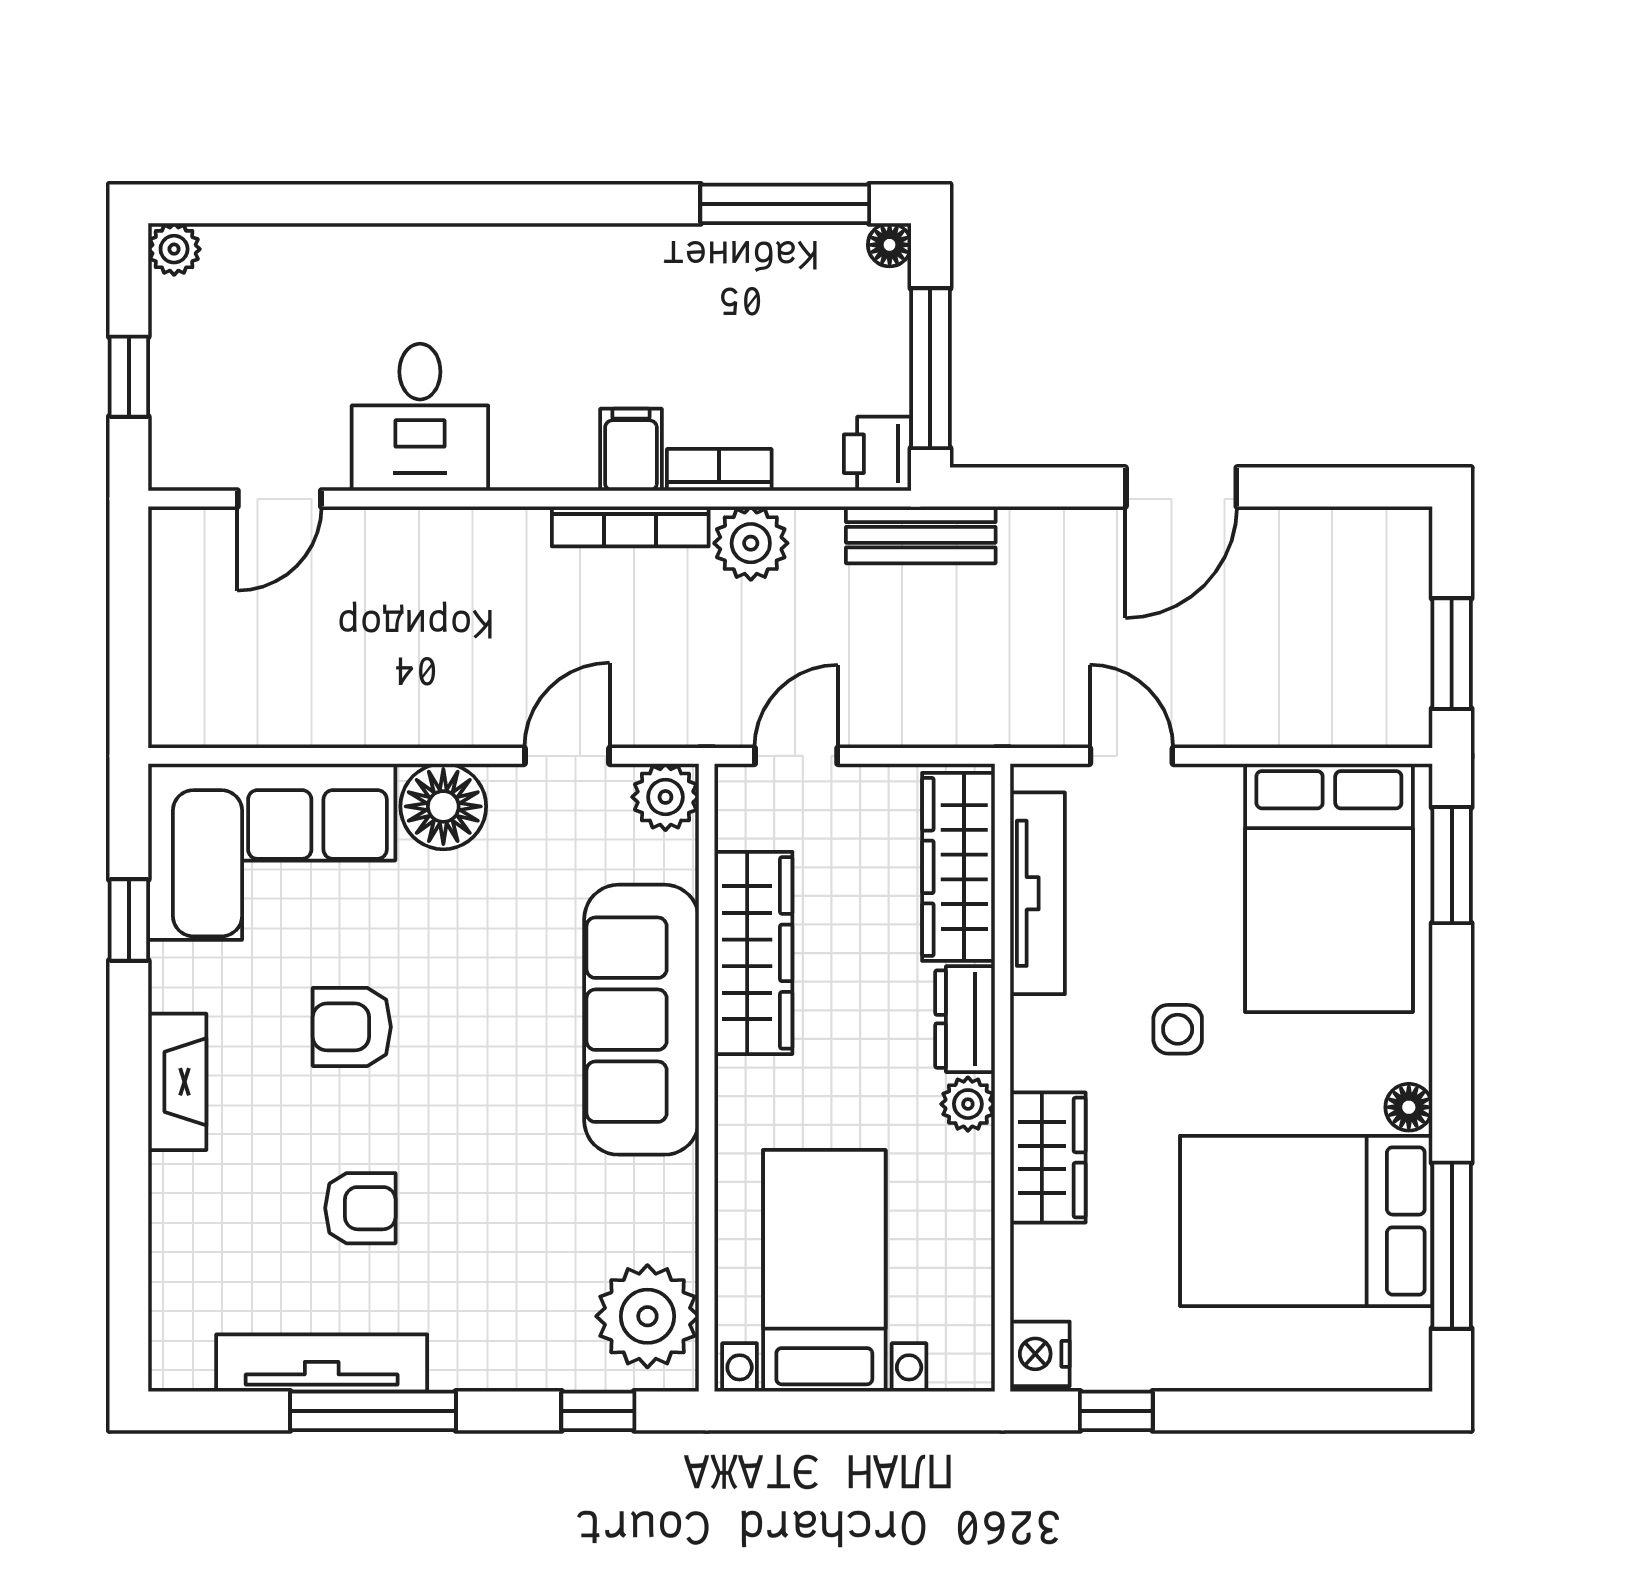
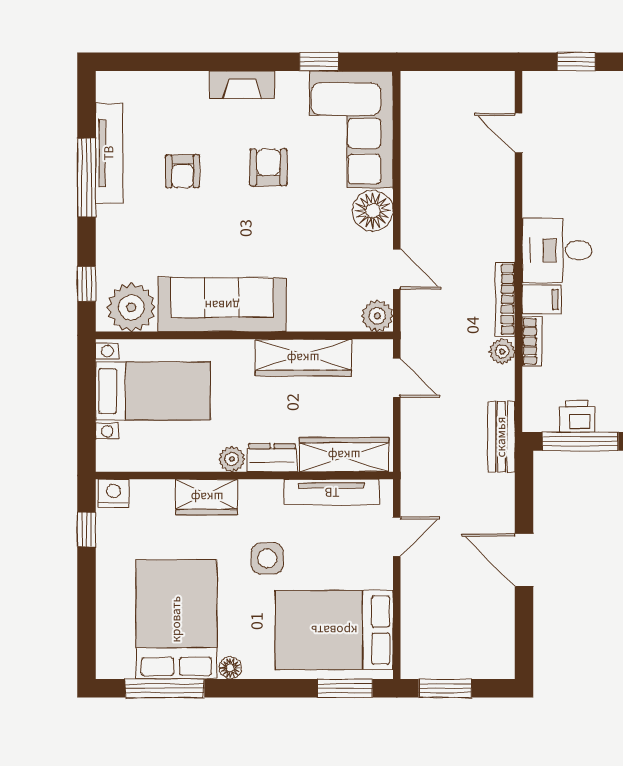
desk: (420, 417) -> (557, 250), moved
printer: (877, 454) -> (577, 416), moved
plant: (751, 543) -> (502, 352), width x0.73, depth x0.73
sofa: (641, 1020) -> (222, 305), moved
side table: (1178, 1029) -> (267, 558), width x1.37, depth x1.37

